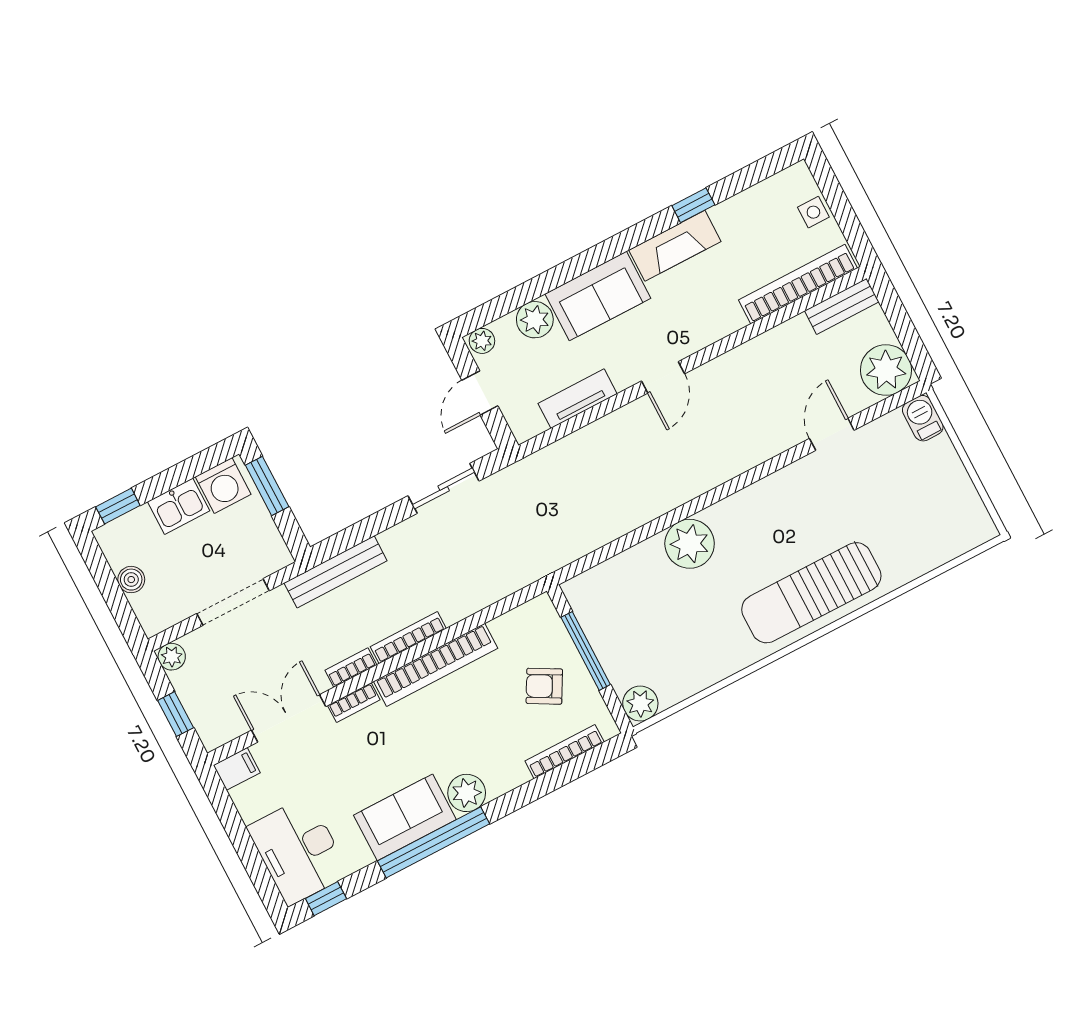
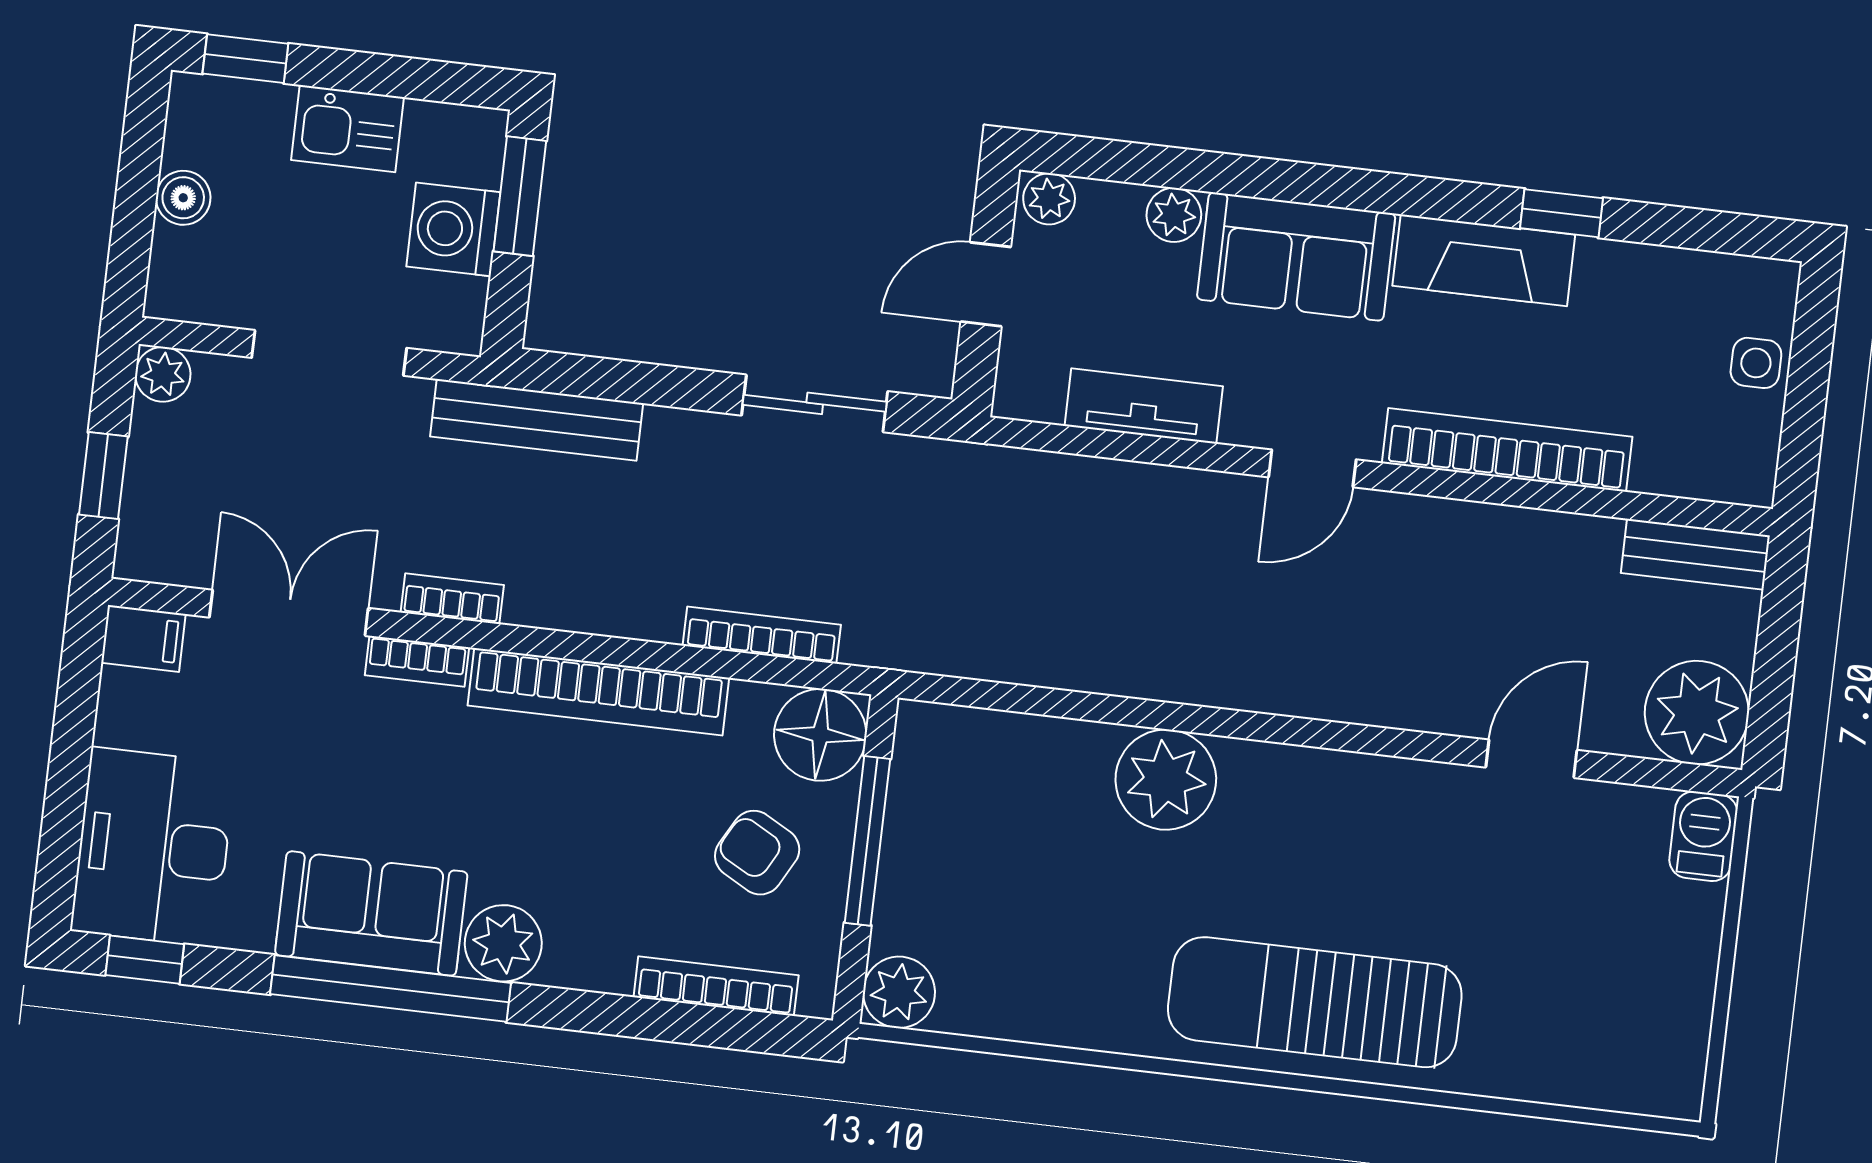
bookcase: (798, 284) -> (1507, 450), moved
plant: (535, 320) -> (1174, 215), width x0.73, depth x0.73
washing machine: (223, 485) -> (453, 229), moved, turned 90
floor lamp: (537, 621) -> (820, 735), added
bookcase: (408, 638) -> (762, 635), moved

